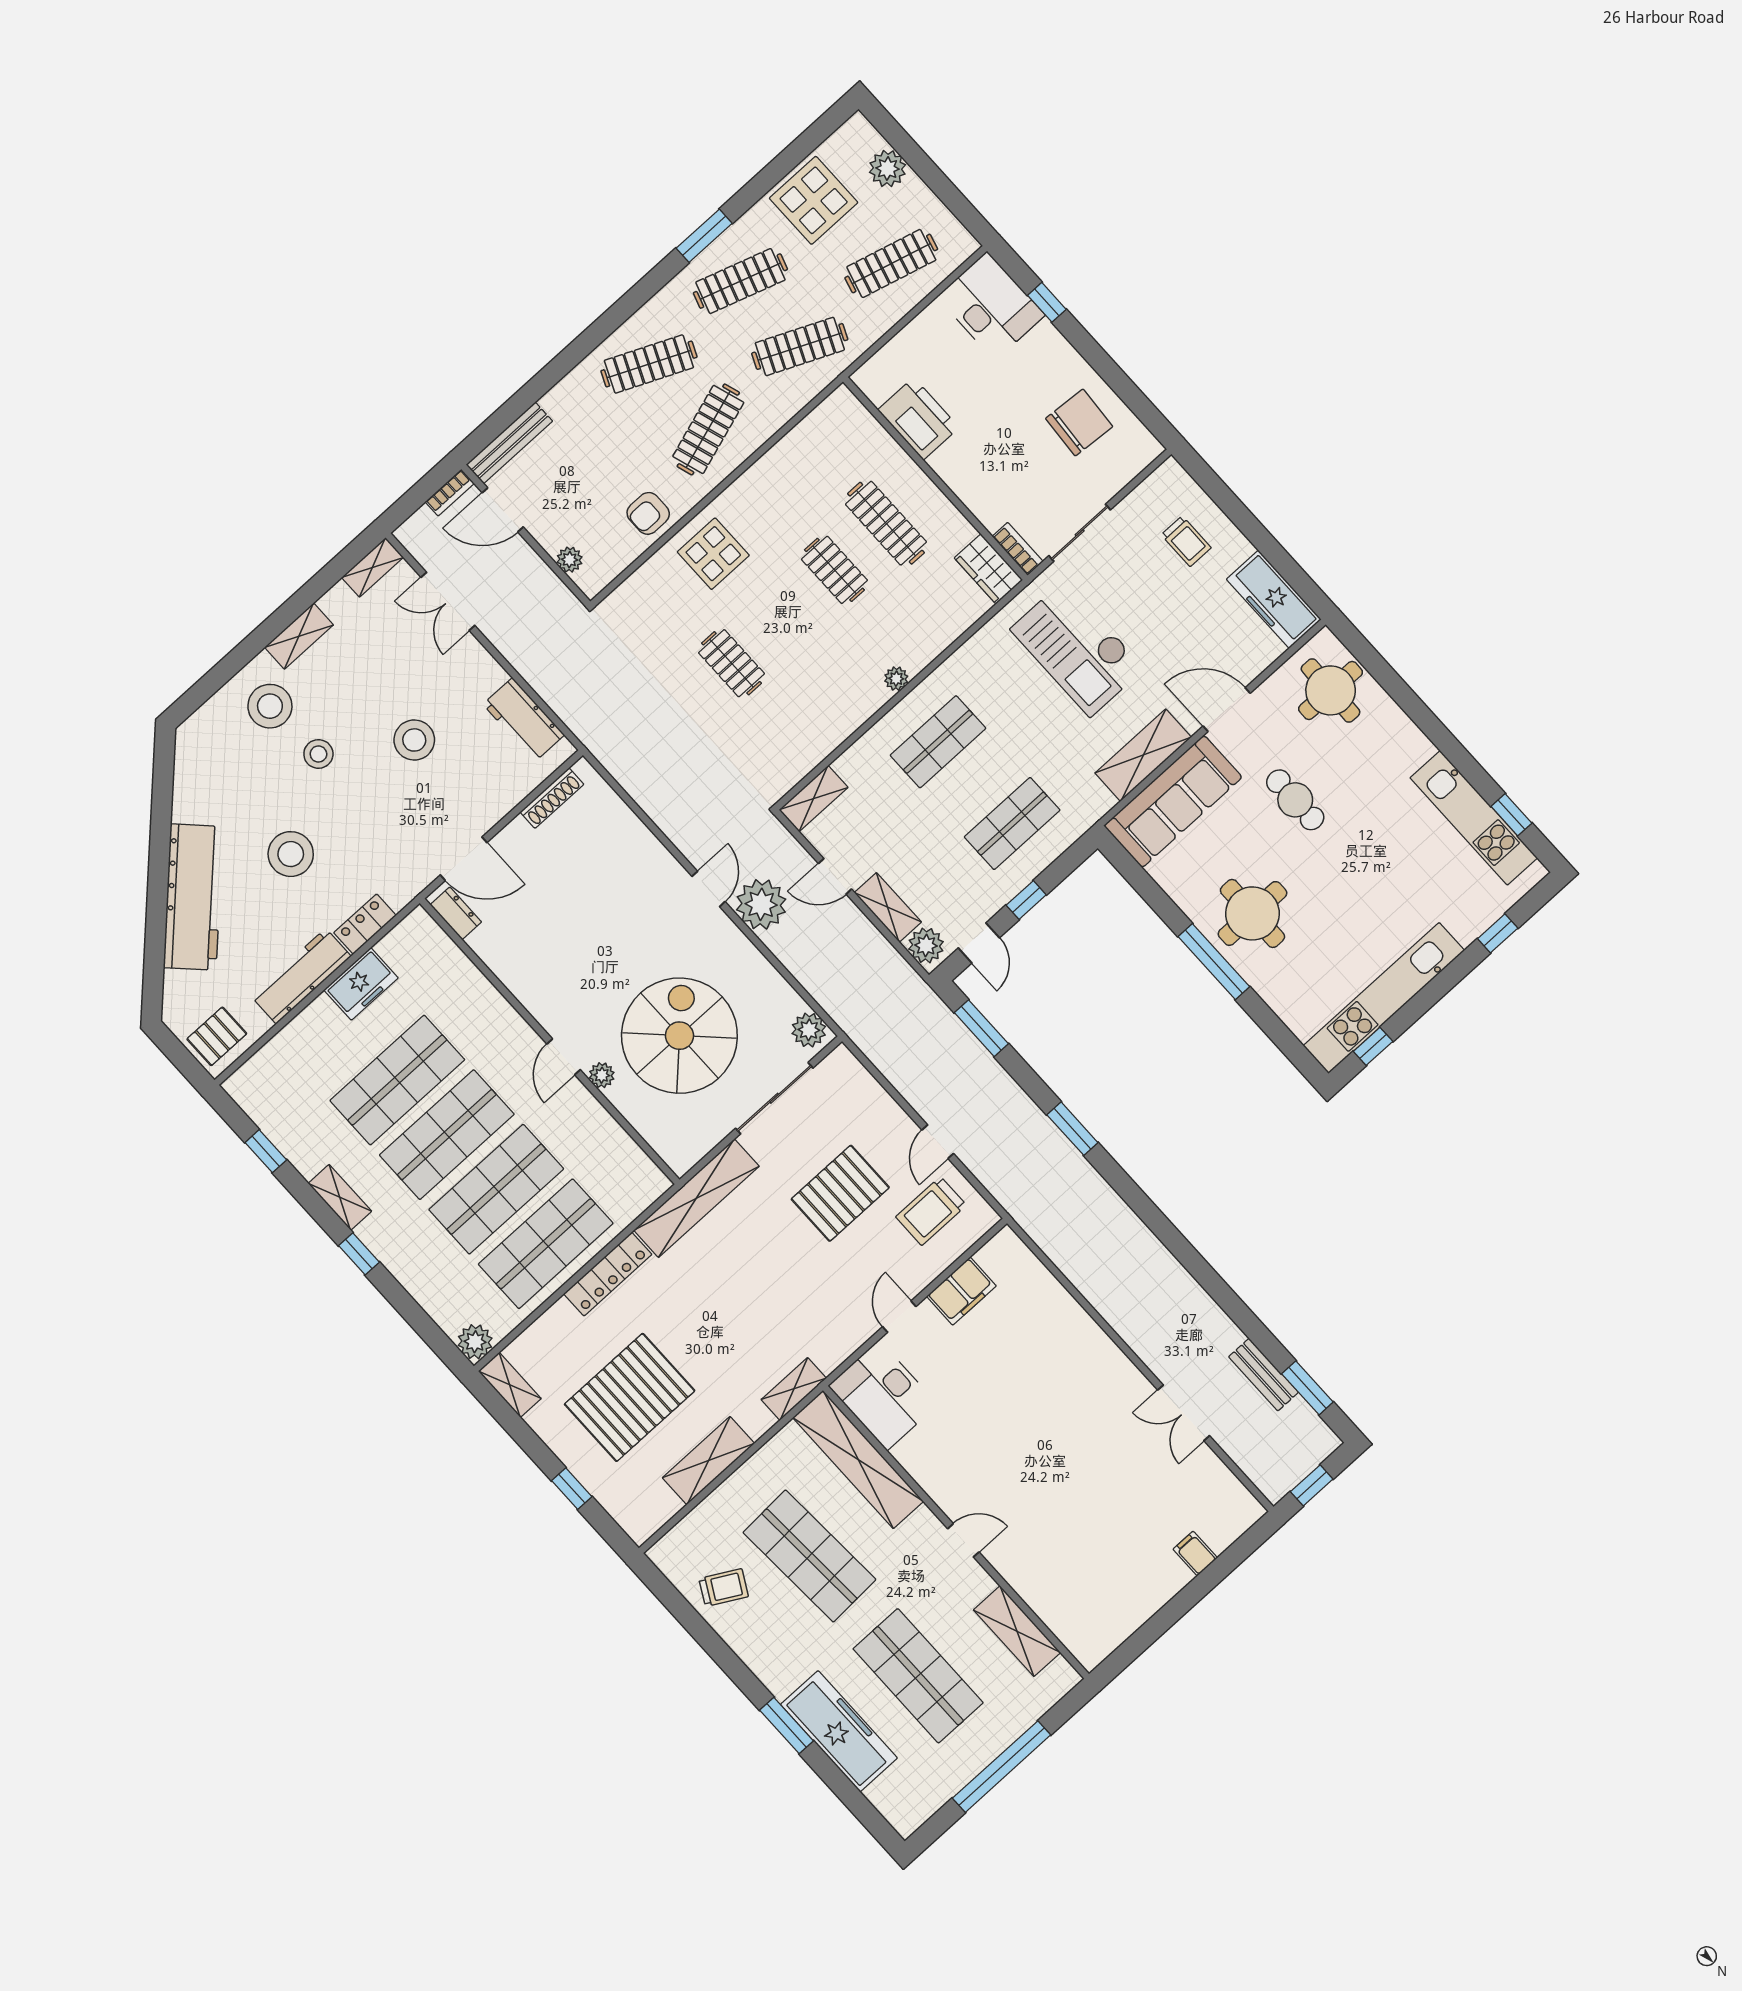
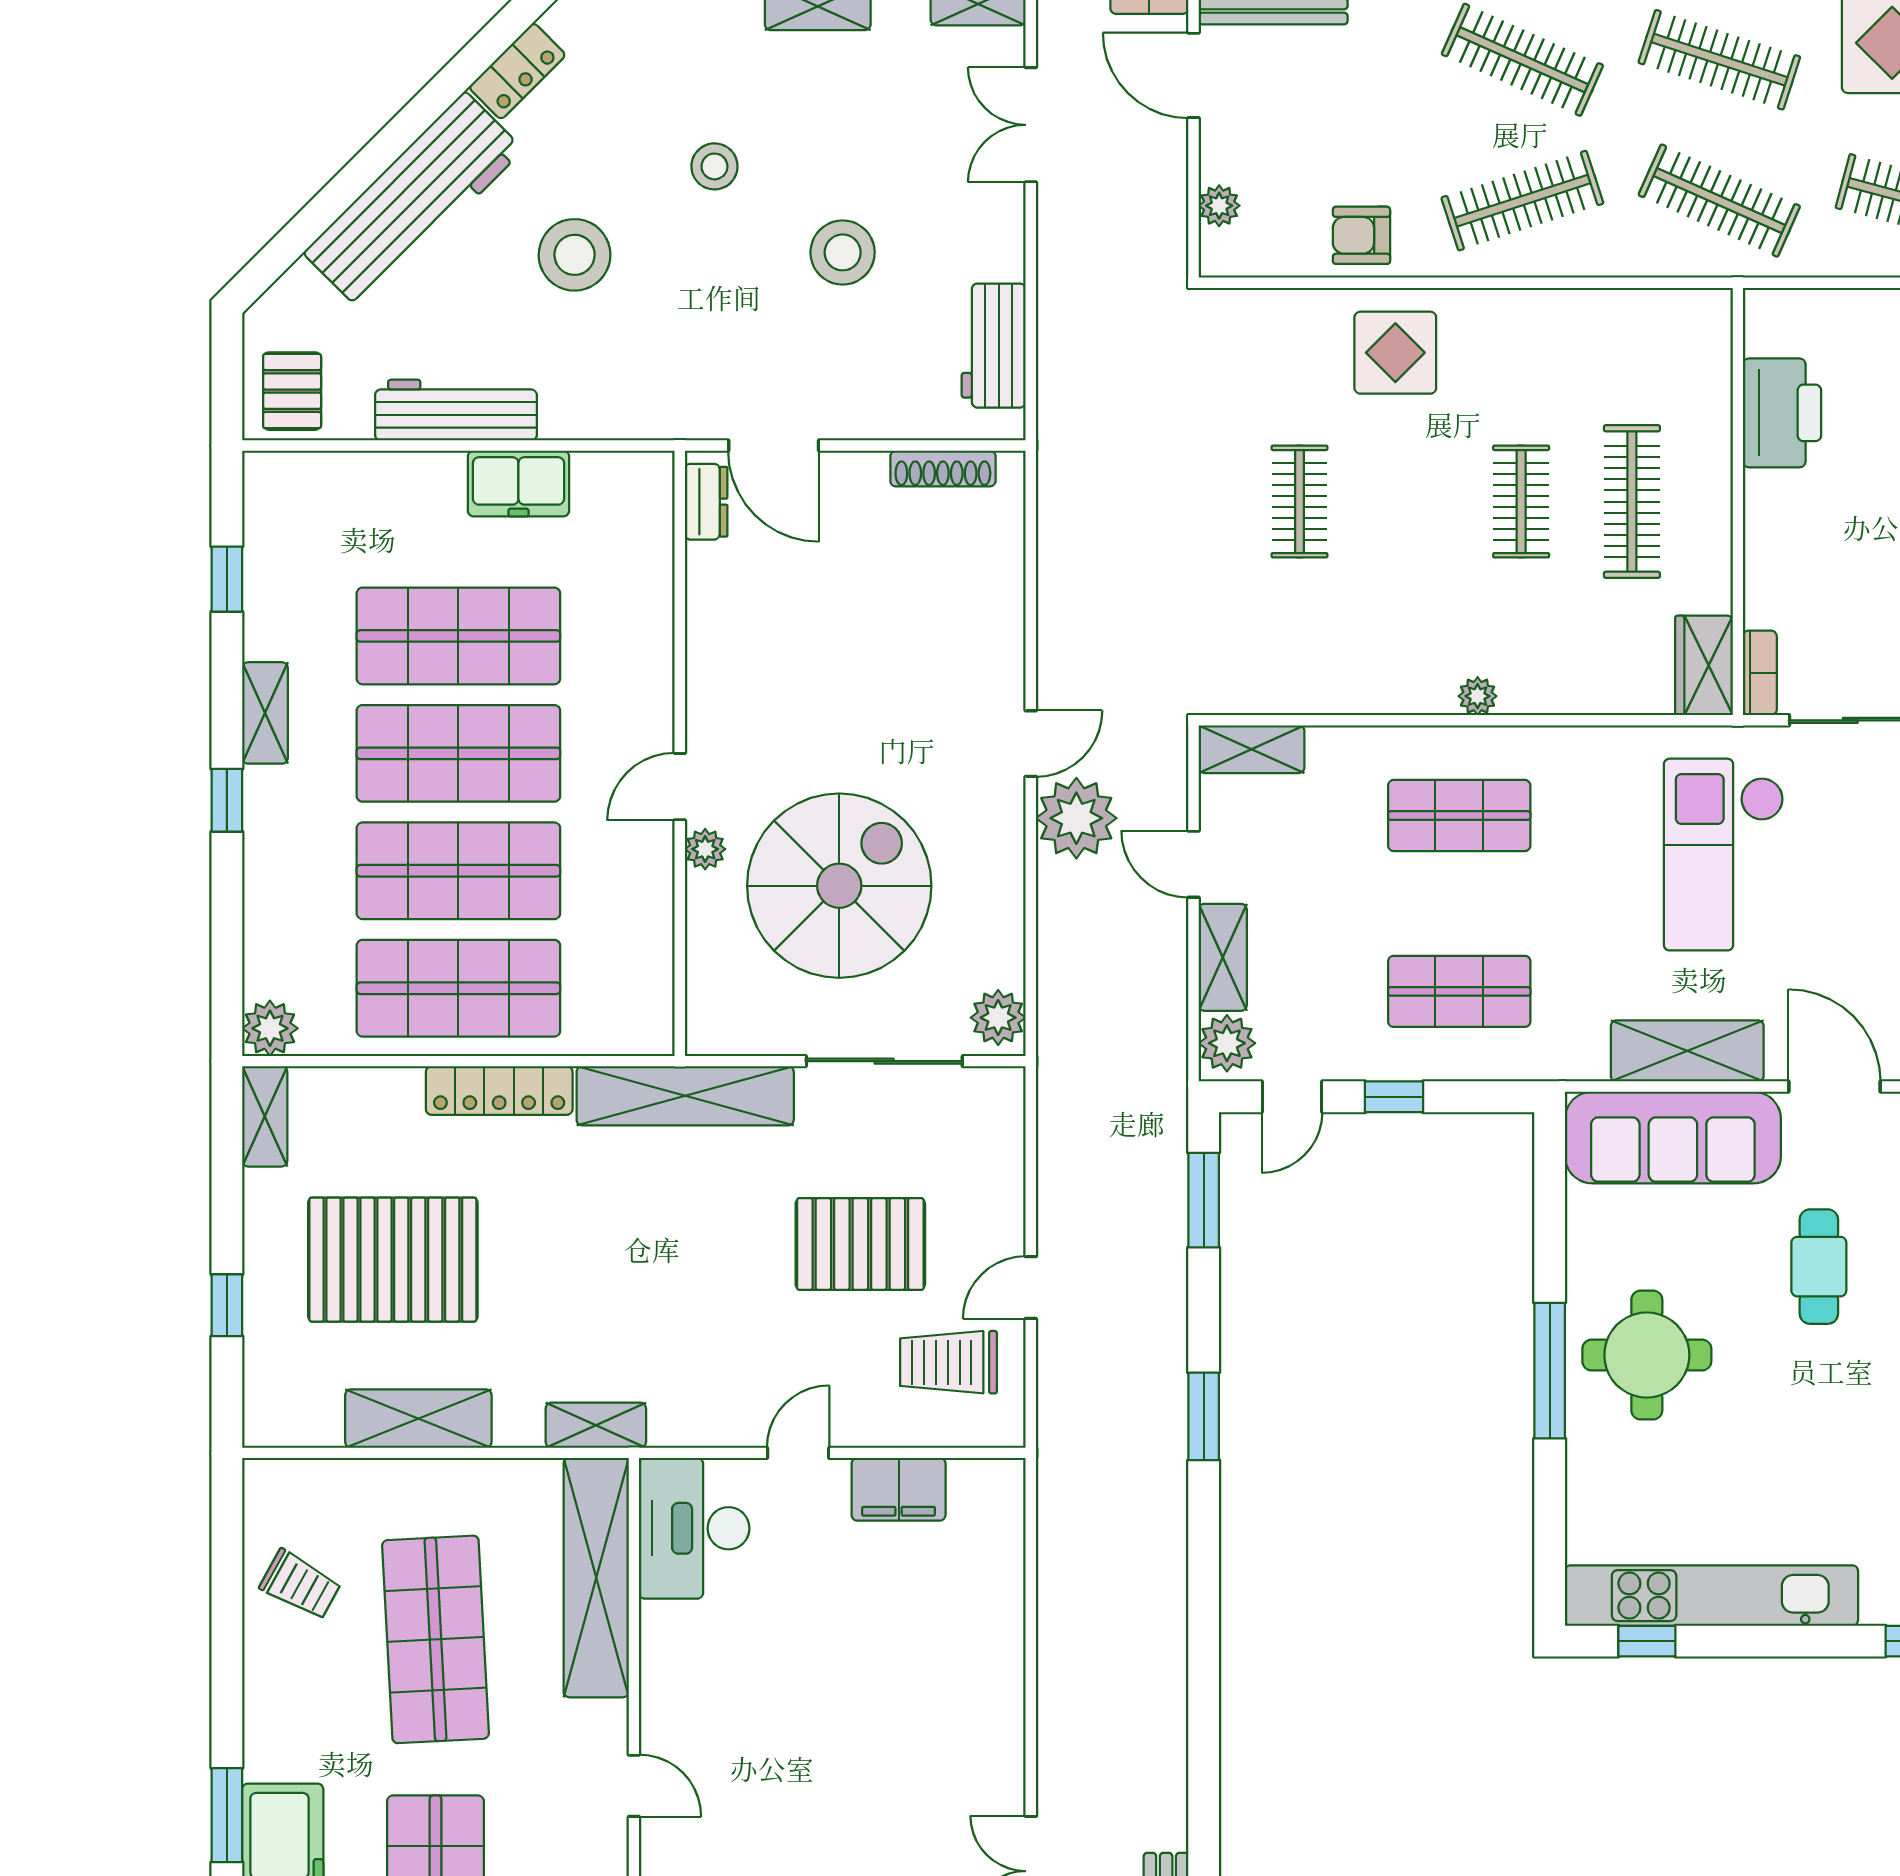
stool: (270, 706) -> (708, 58), removed
locker: (365, 924) -> (517, 71), moved, turned 135
pallet: (217, 1036) -> (292, 391), turned 90

